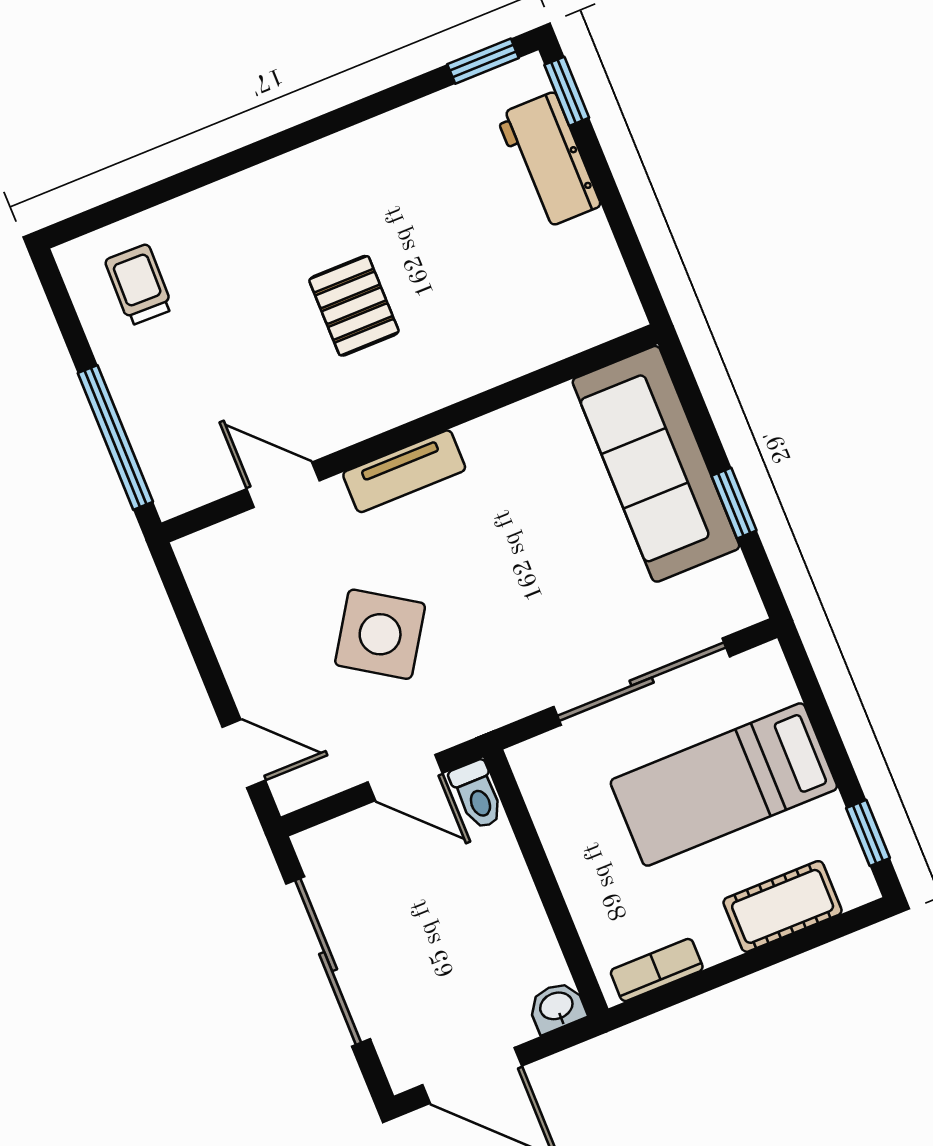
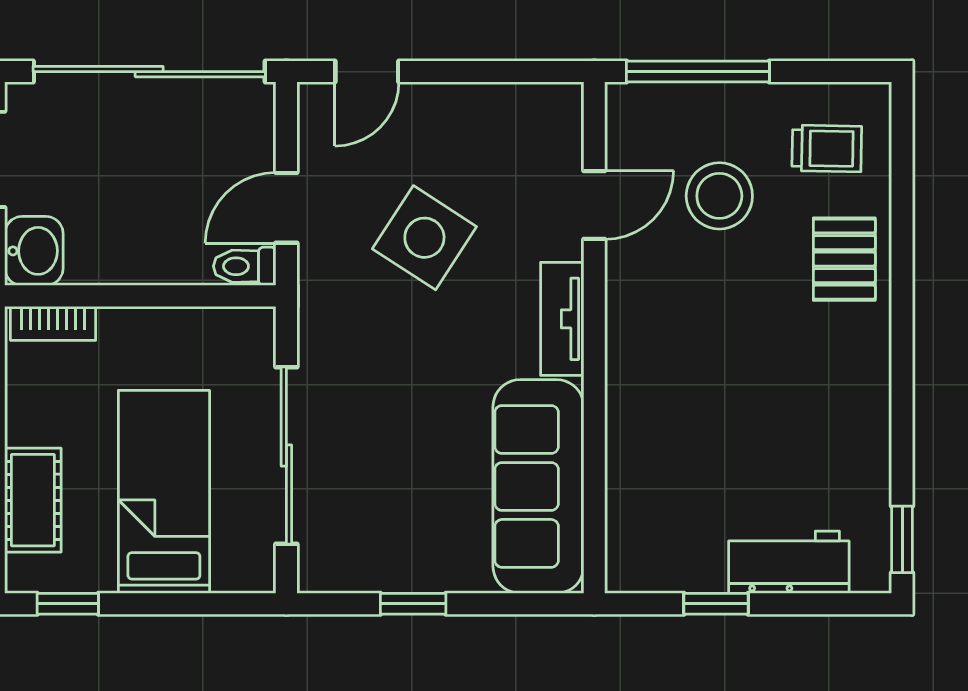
window: (567, 91) -> (716, 604), moved
pallet: (354, 306) -> (844, 259), moved, turned 90
stool: (226, 369) -> (719, 196), added
sofa: (656, 464) -> (538, 486), moved, turned -90
sliding door: (328, 962) -> (149, 72), width x1.36
bookcase: (657, 970) -> (53, 323), moved, turned 90
washbasin: (557, 1007) -> (34, 251), width x1.38, depth x1.45

